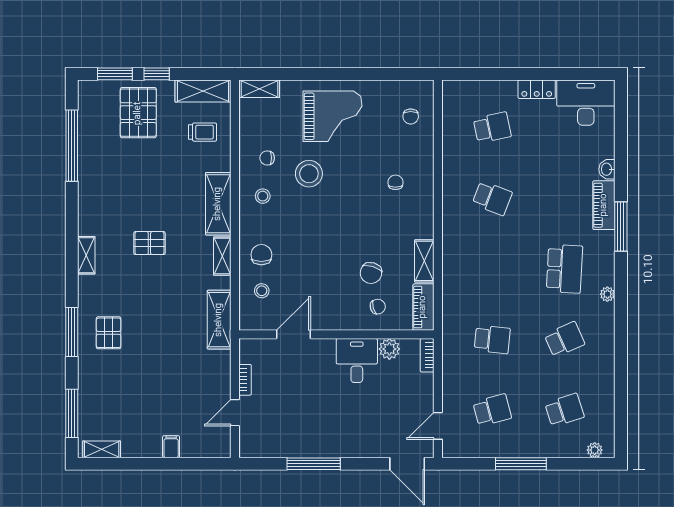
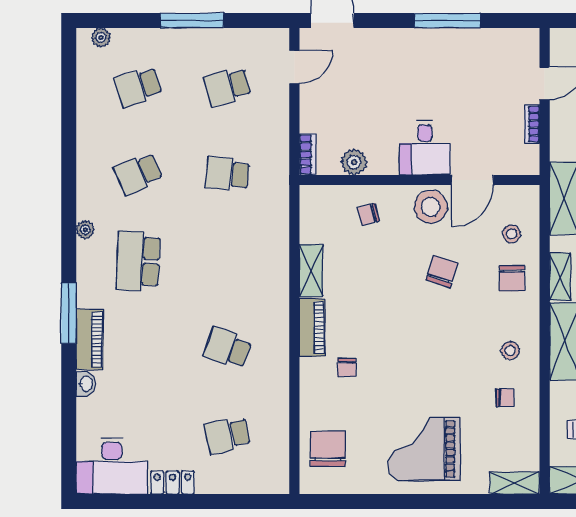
chair: (411, 116) -> (328, 449), width x1.87, depth x1.87
stool: (309, 174) -> (431, 207), moved
chair: (371, 273) -> (442, 271), moved
piano: (423, 307) -> (312, 327), moved
desk: (357, 361) -> (425, 148), moved

